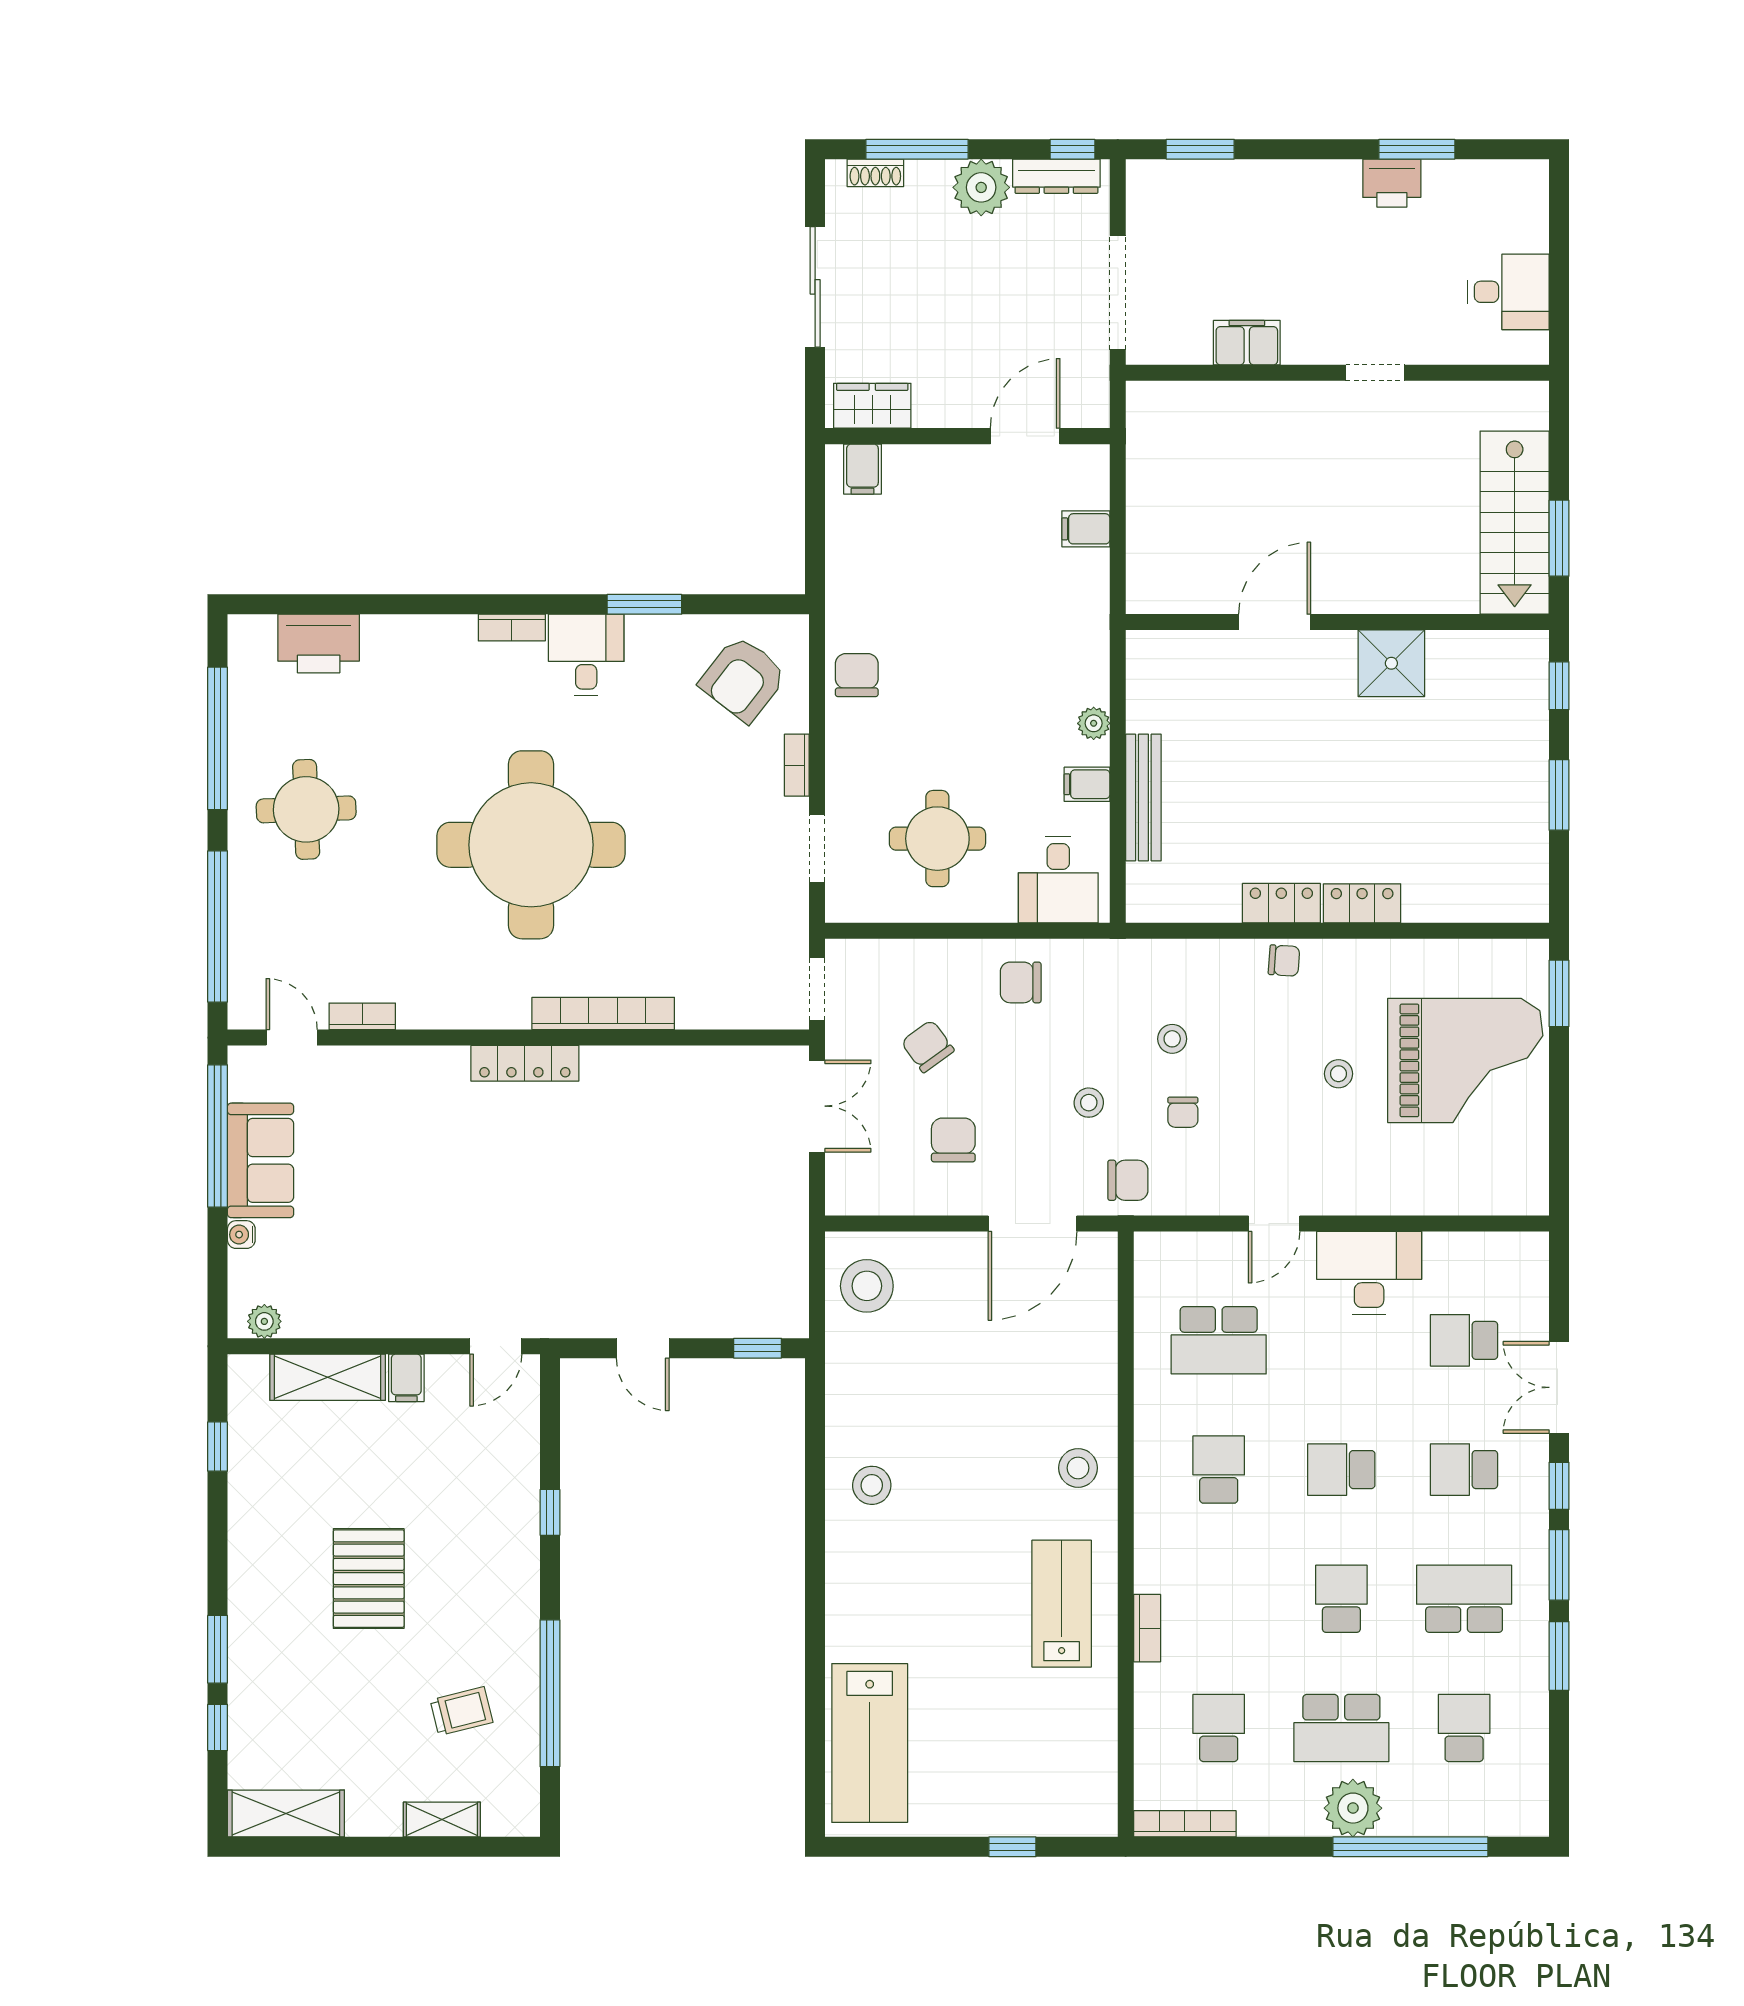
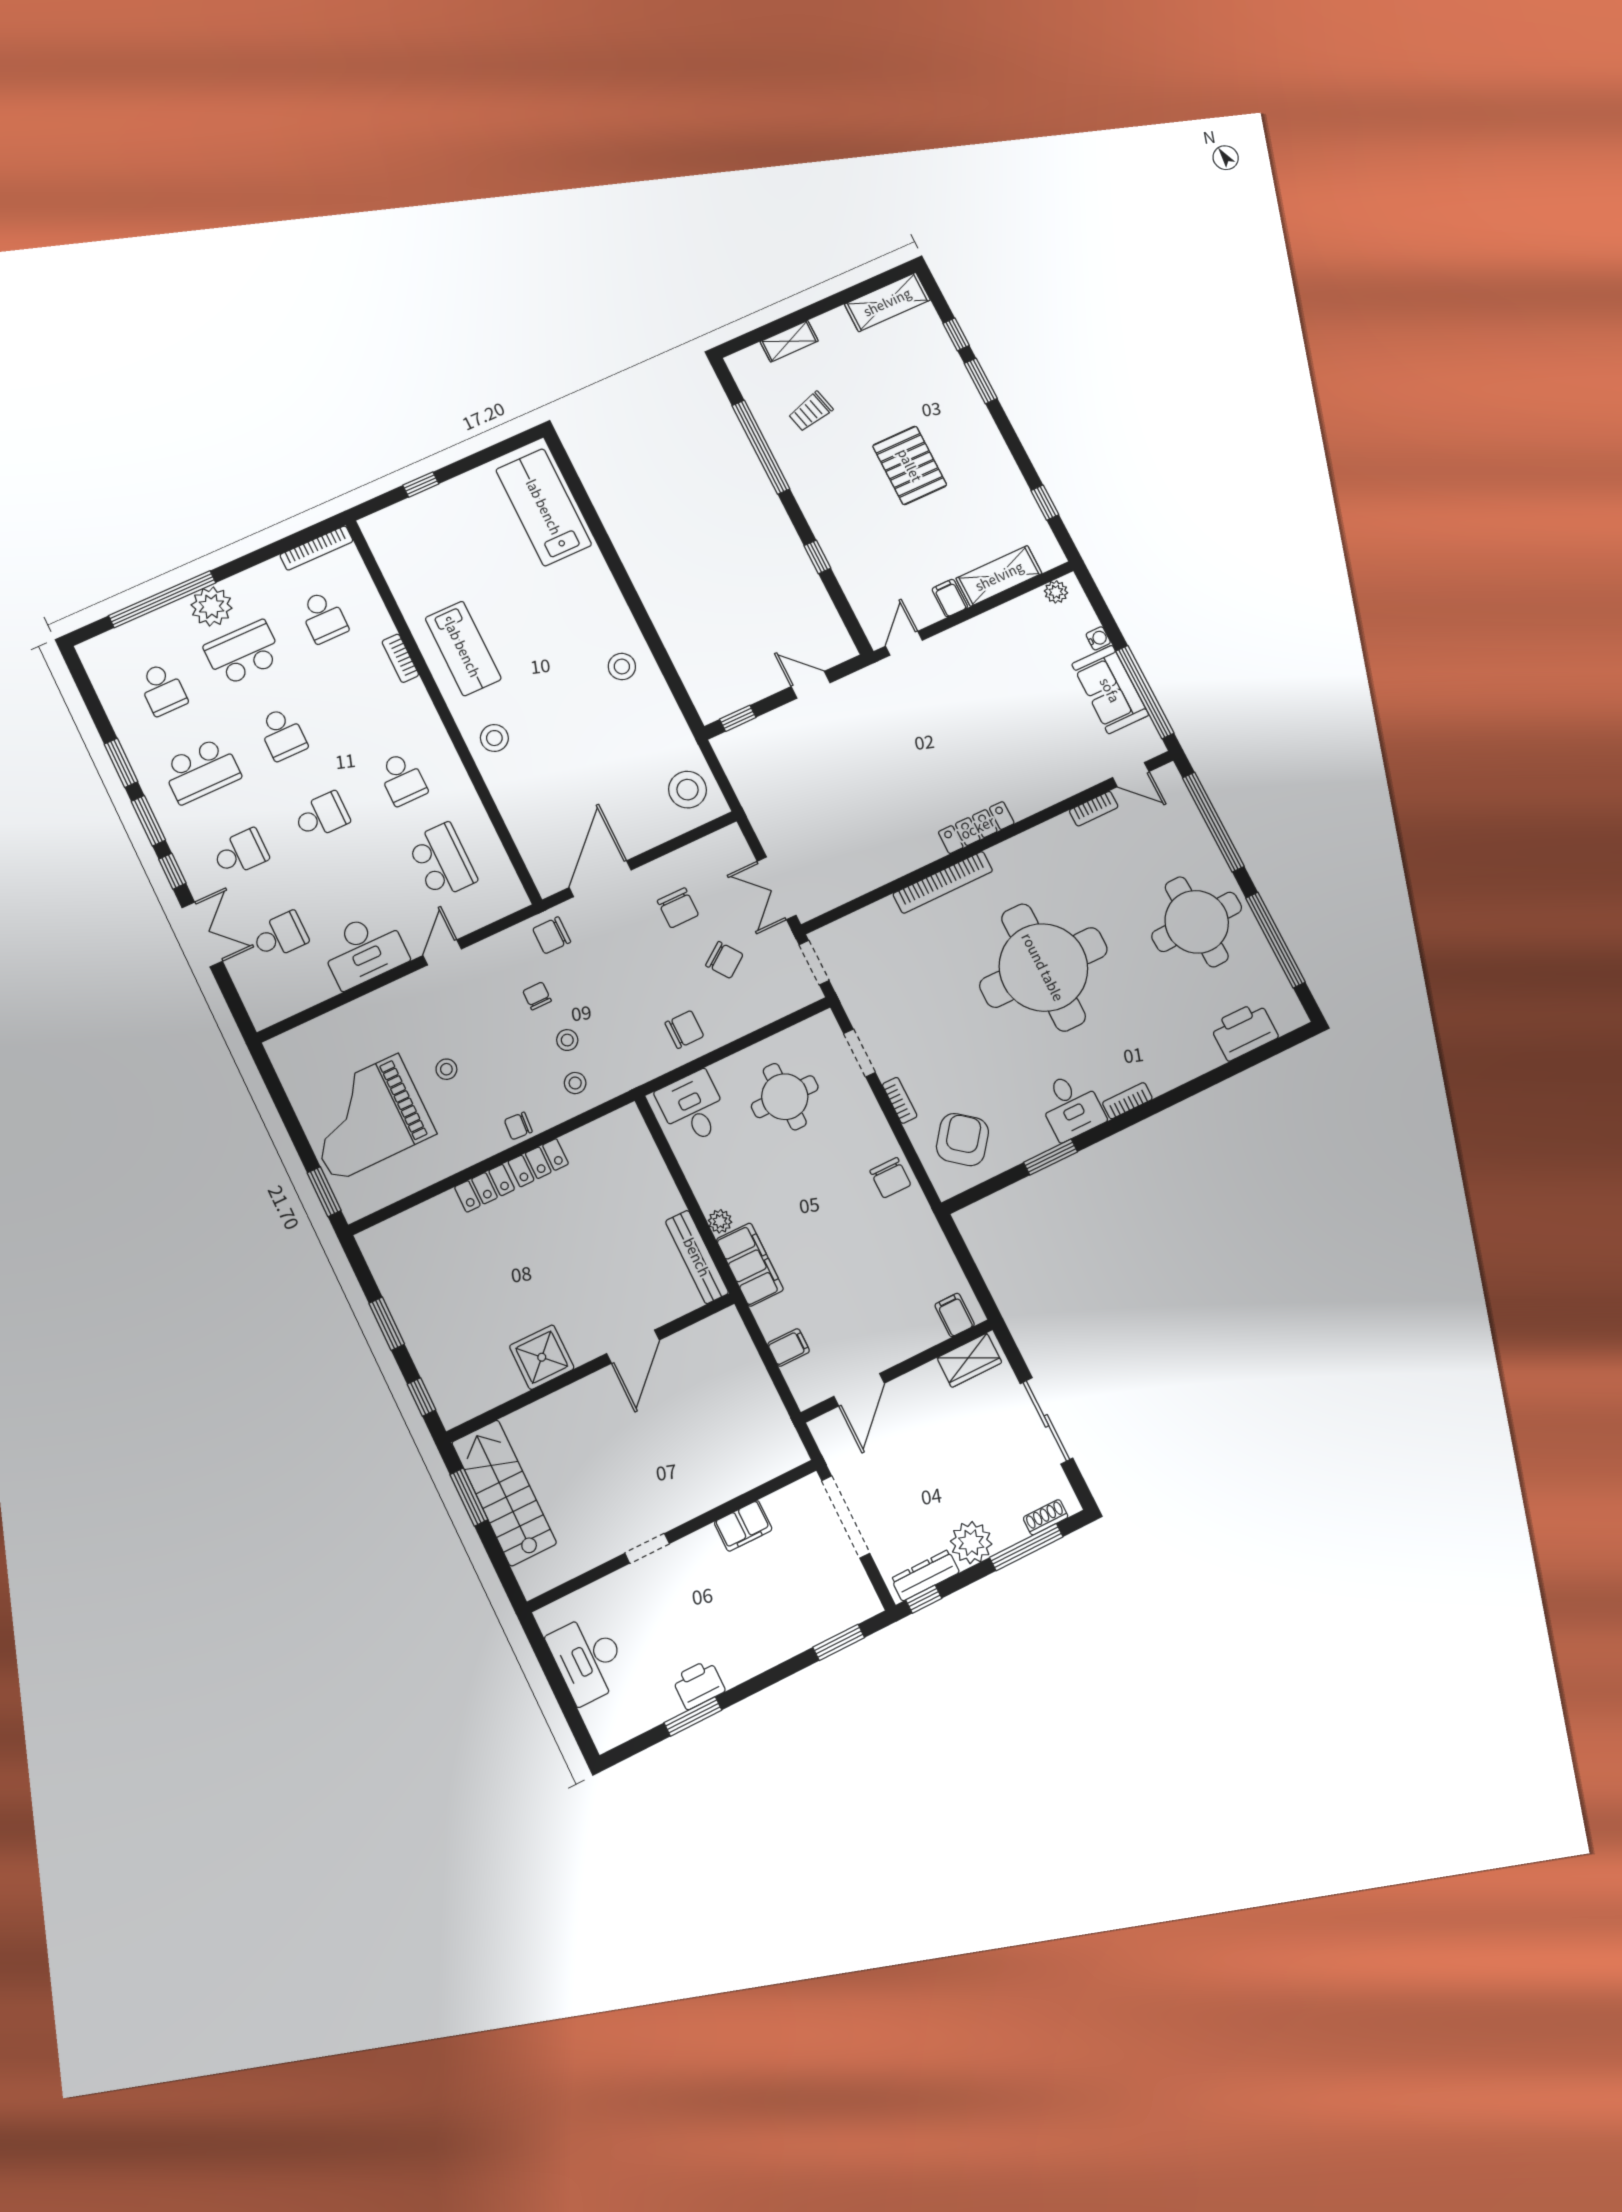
desk: (1508, 292) -> (588, 1659), width x1.37
filing cabinet: (1087, 784) -> (750, 1265), moved, width x3.00, depth x1.17
bench: (1143, 798) -> (697, 1257), moved
round table: (306, 809) -> (1197, 922), width x1.36, depth x1.36
stool: (1089, 1103) -> (575, 1083), moved
school desk: (1219, 1340) -> (442, 861), turned 90

